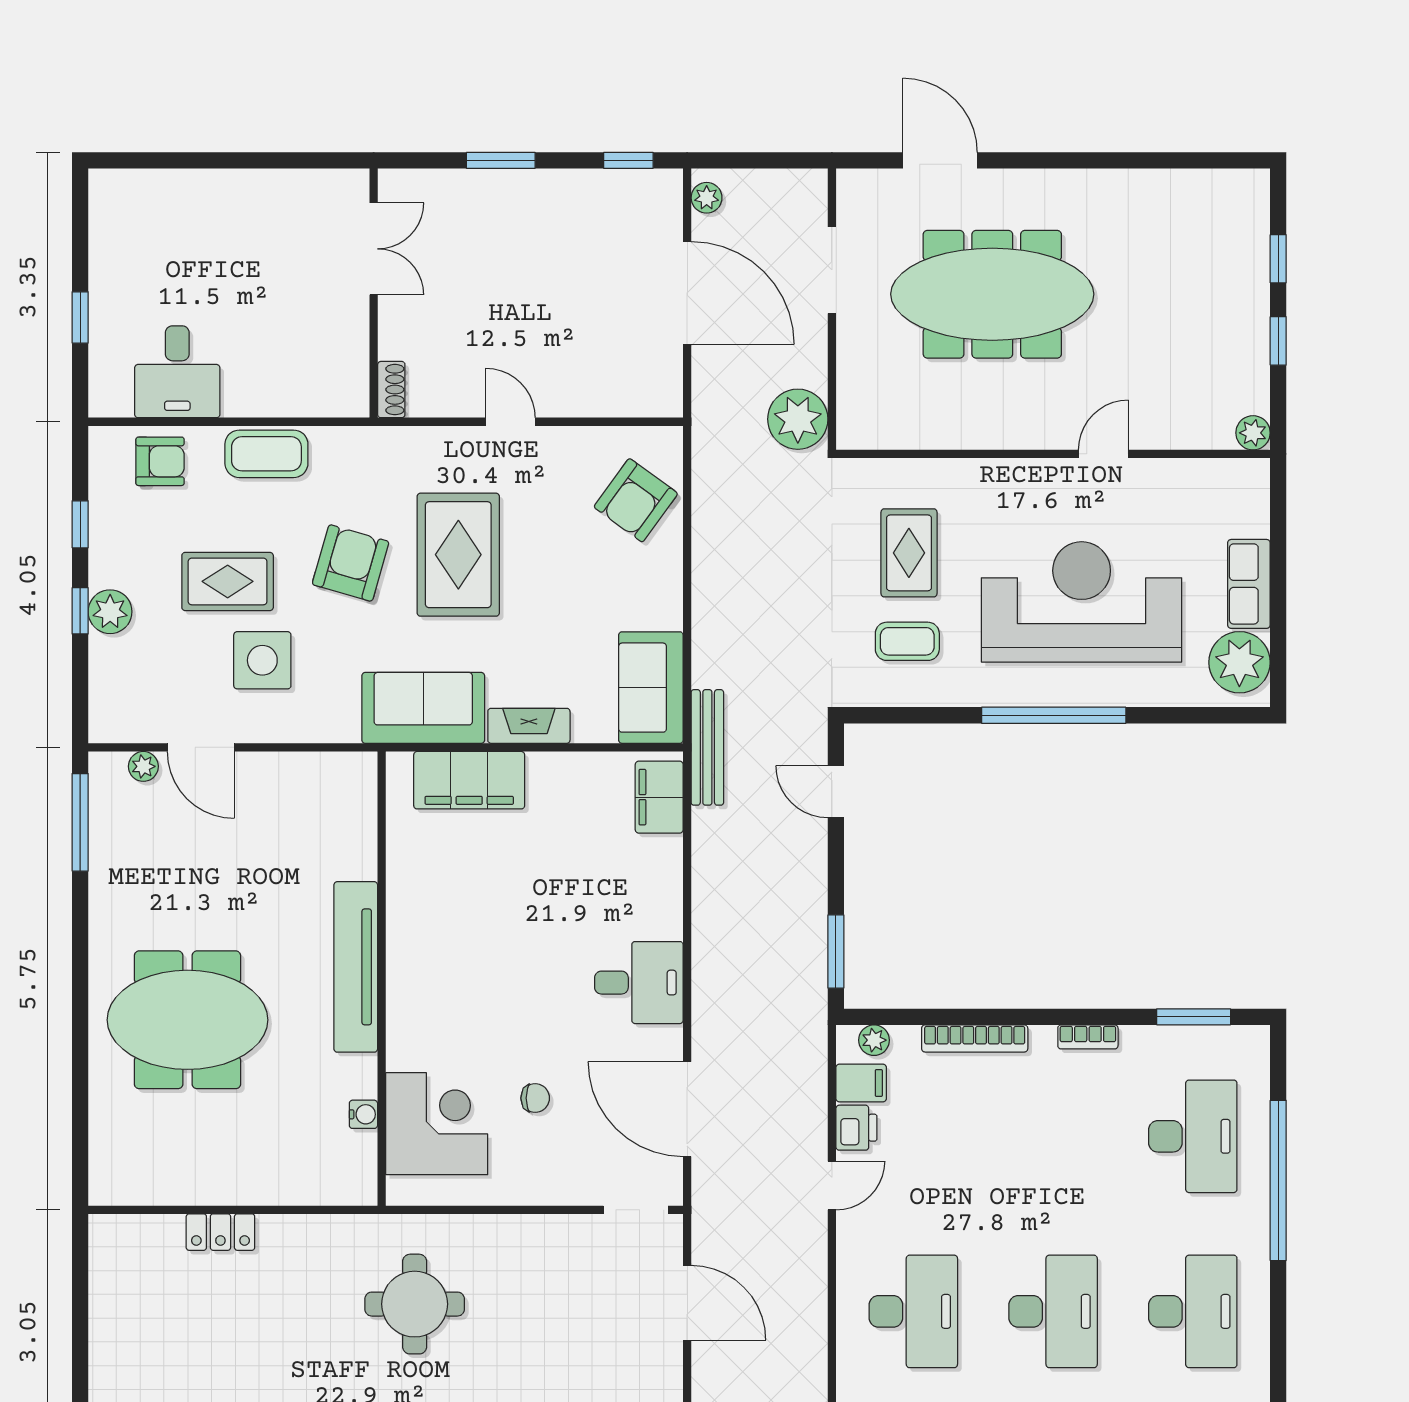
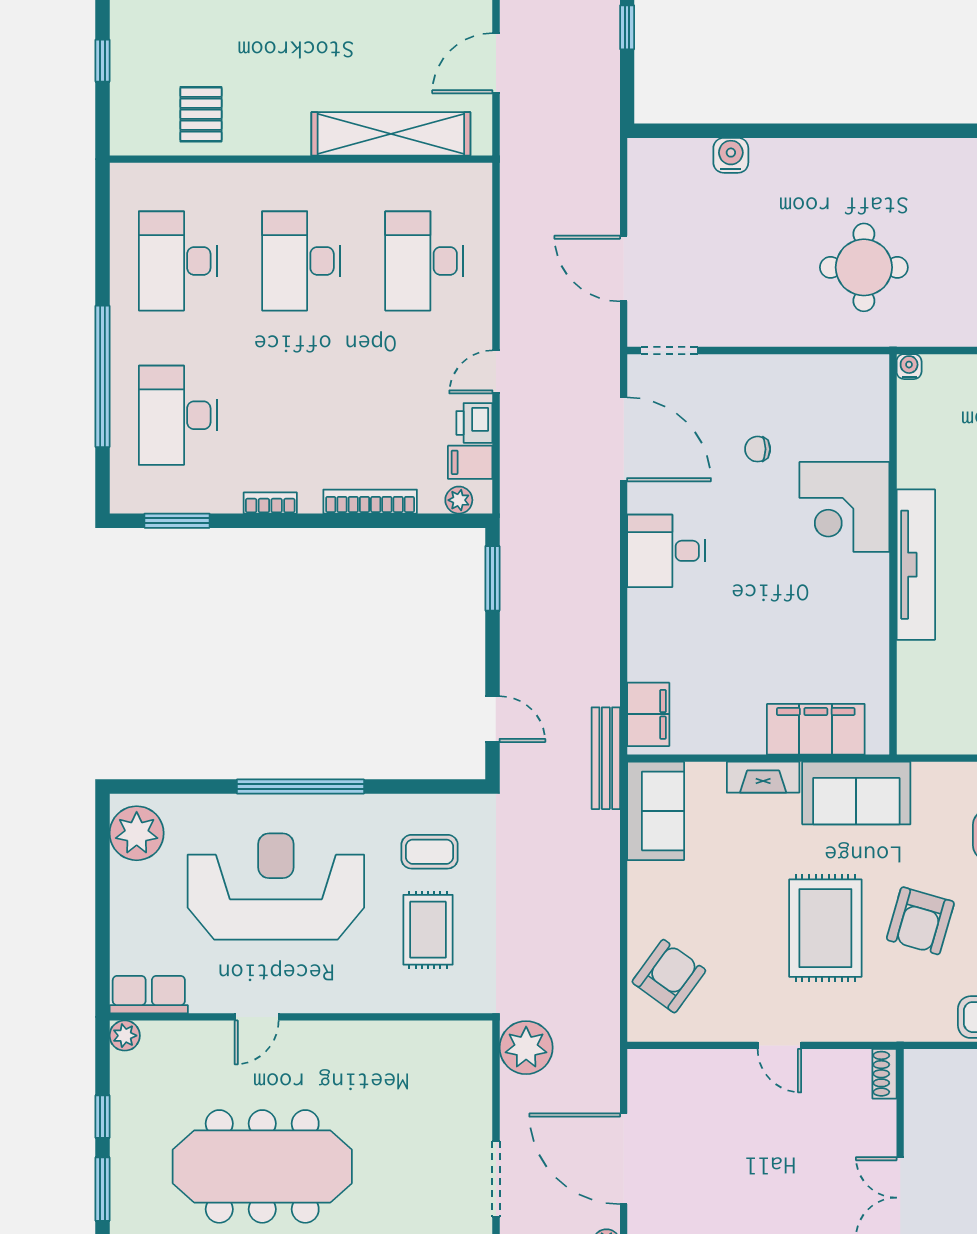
window: (1278, 259) -> (102, 1189), width x1.50
meeting table: (992, 294) -> (262, 1166), moved
row of seats: (1249, 584) -> (149, 995), moved, turned -90
reception desk: (1082, 602) -> (276, 887), turned 180
water cooler: (363, 1114) -> (909, 367), moved, turned 90
corner desk: (437, 1124) -> (844, 507), moved

